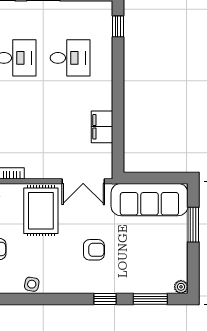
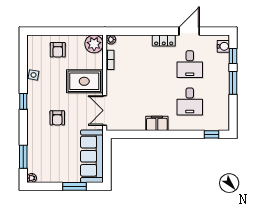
filing cabinet: (102, 127) -> (157, 123), moved
window: (105, 299) -> (23, 101), moved

